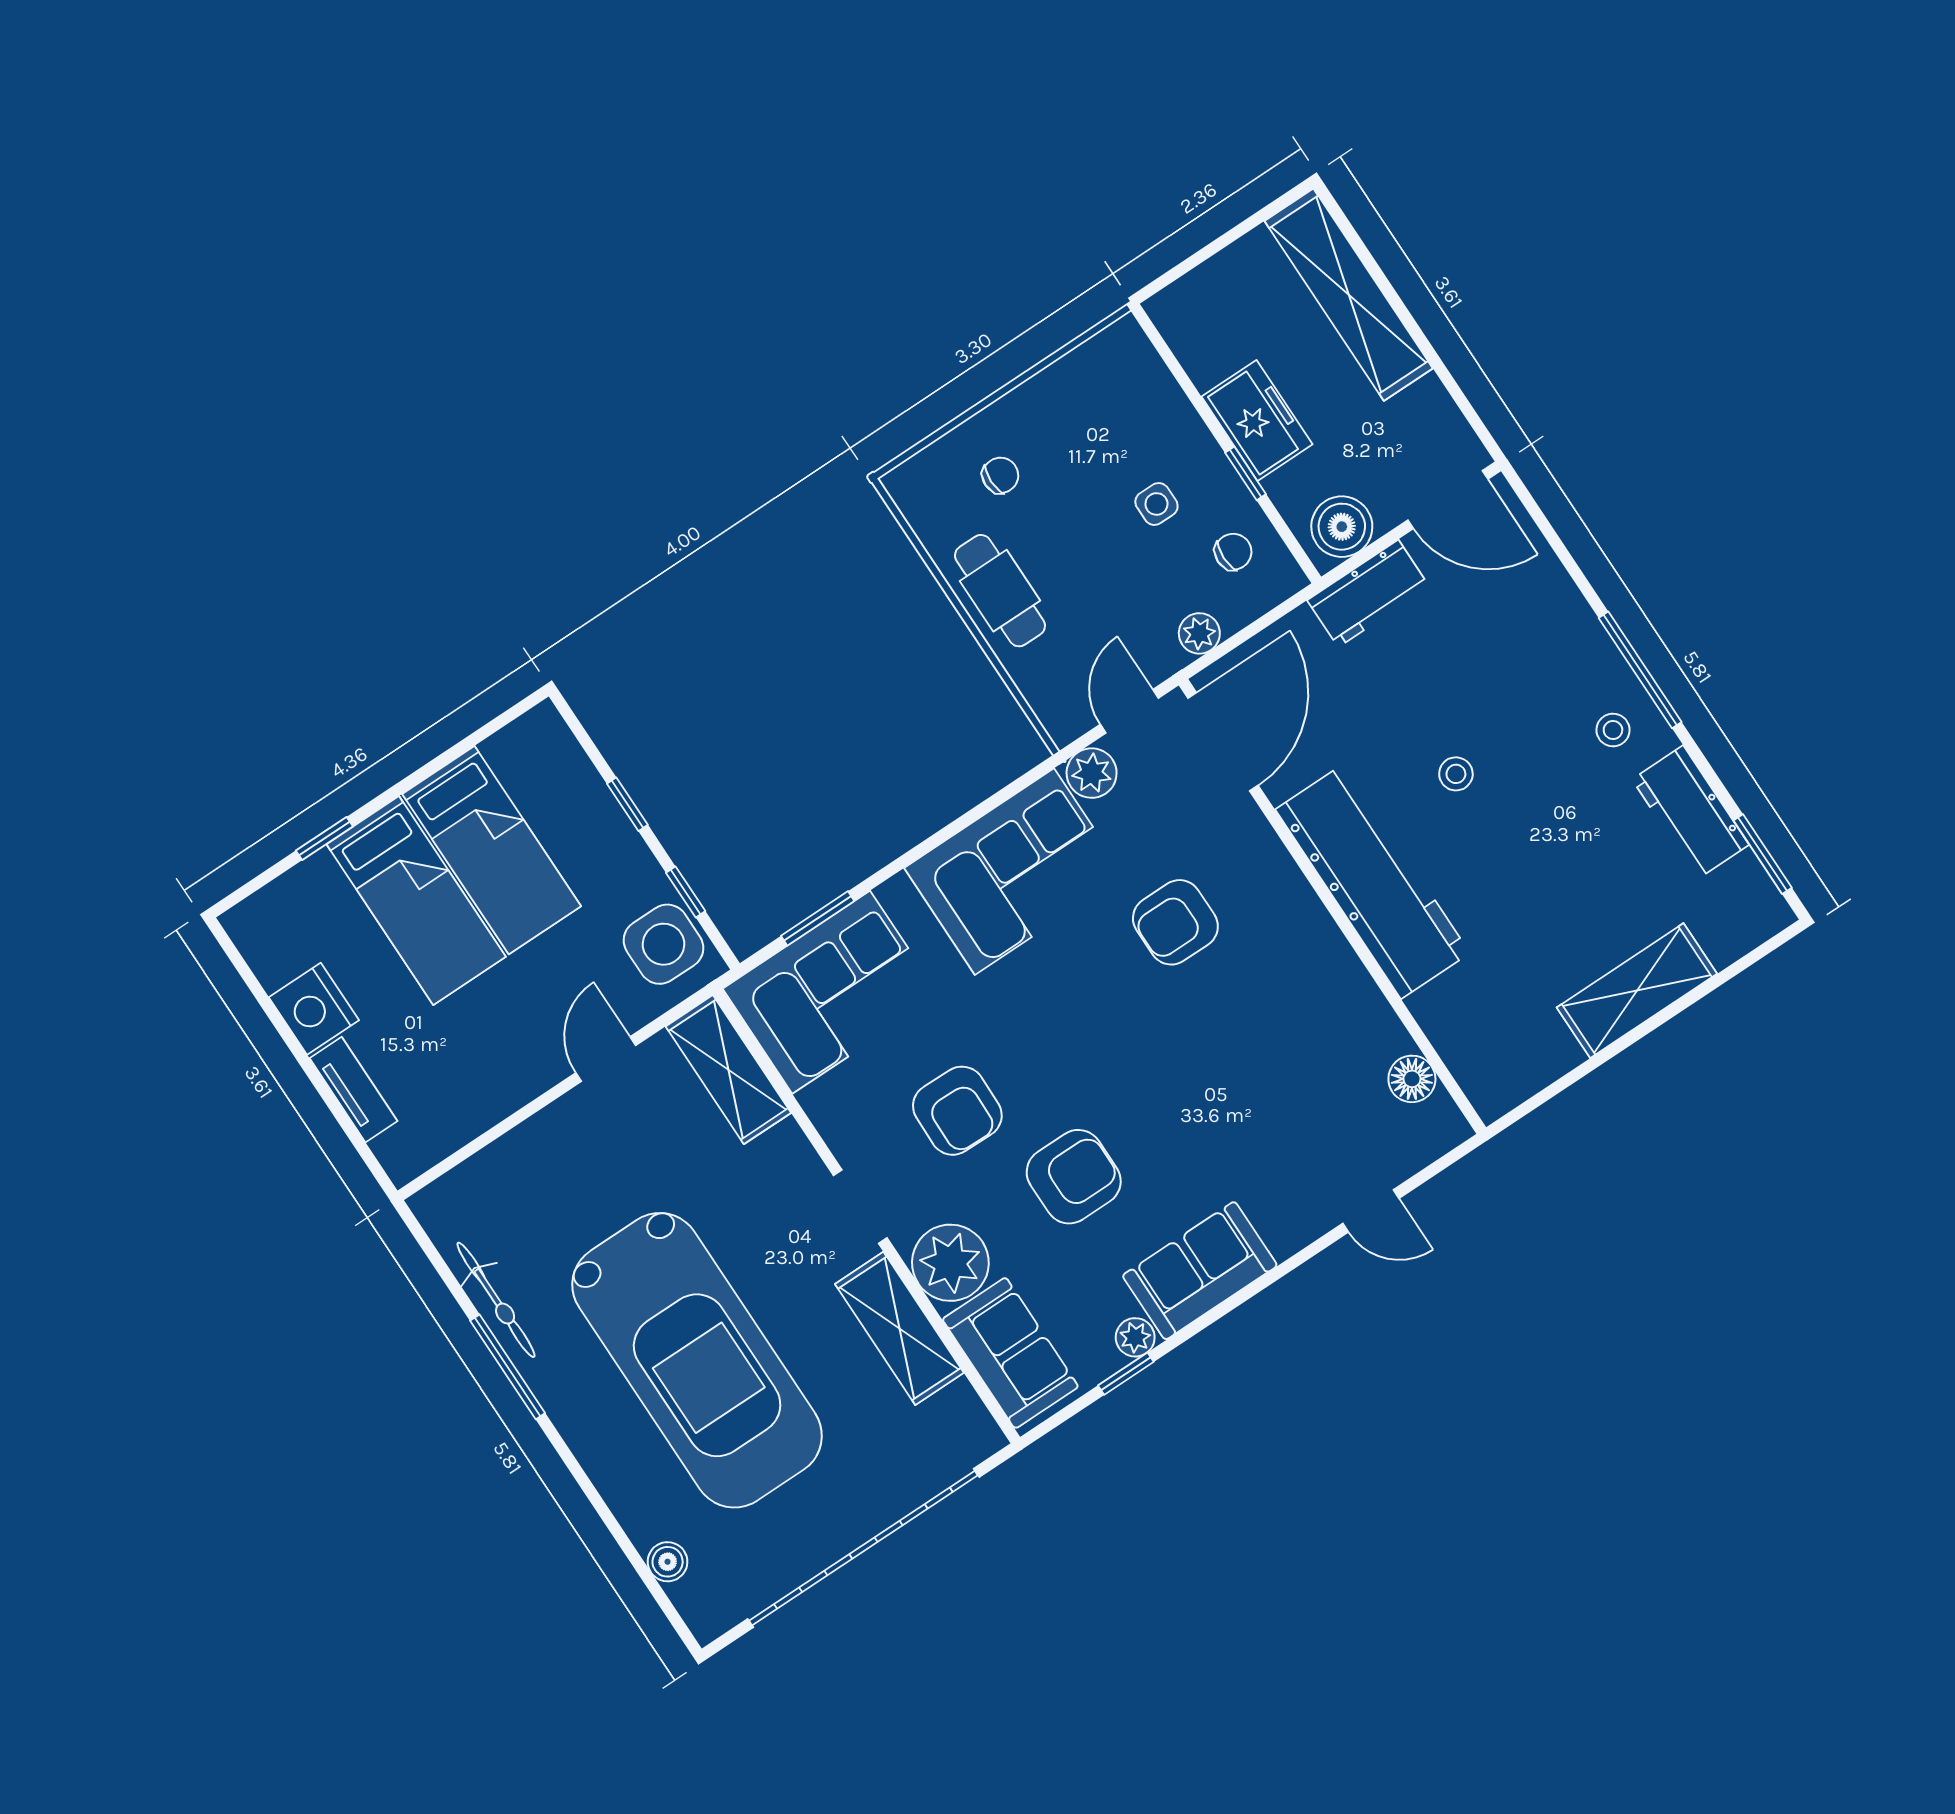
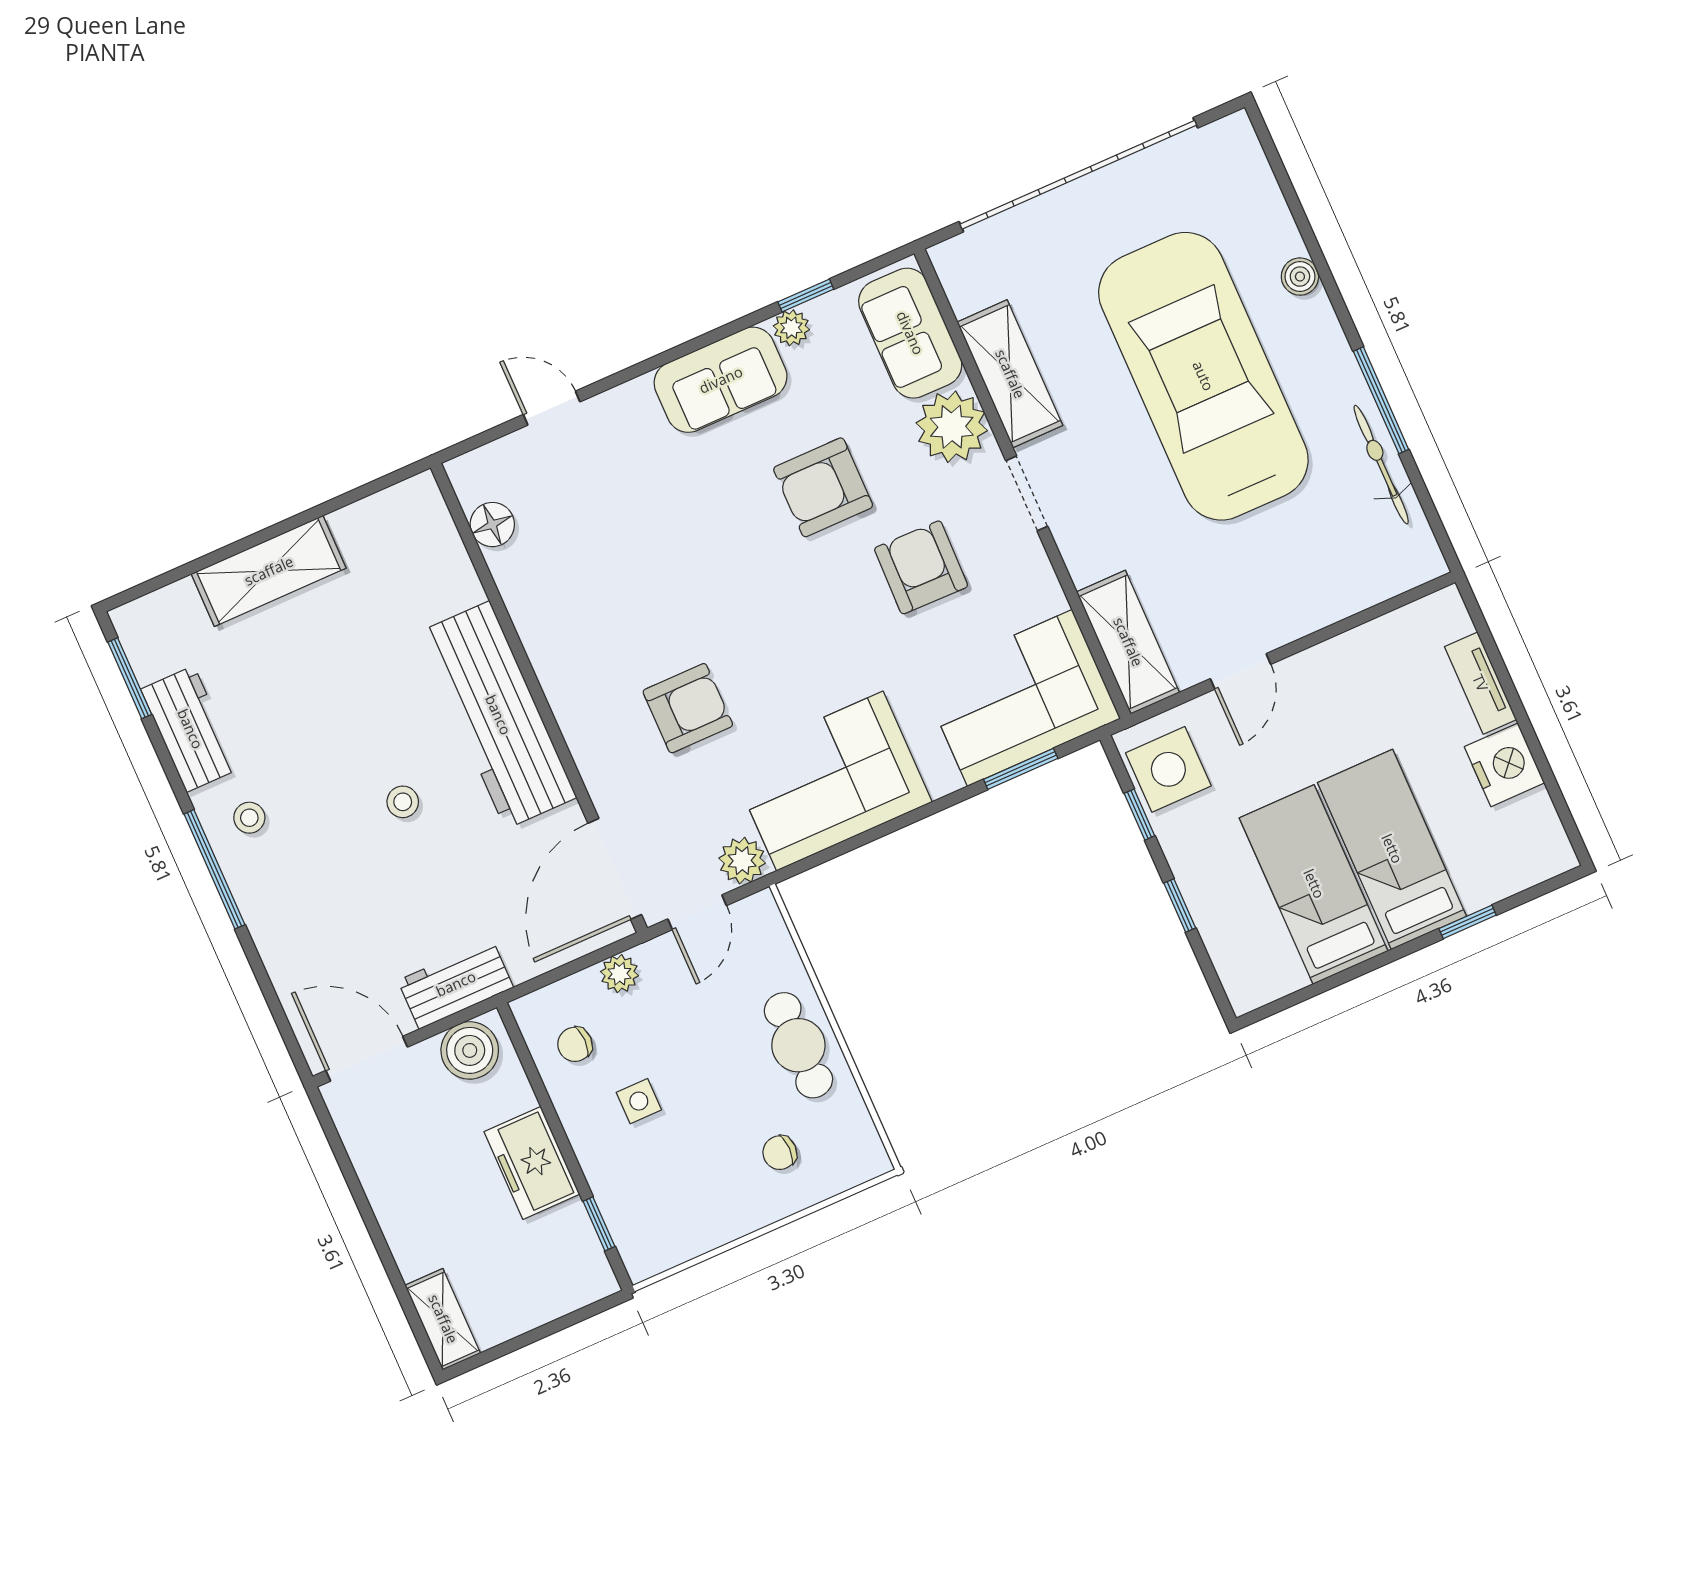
shelving: (1349, 295) -> (443, 1319), width x0.45, depth x0.75
window: (1246, 473) -> (599, 1224), moved
boiler: (668, 1562) -> (1300, 277), moved

